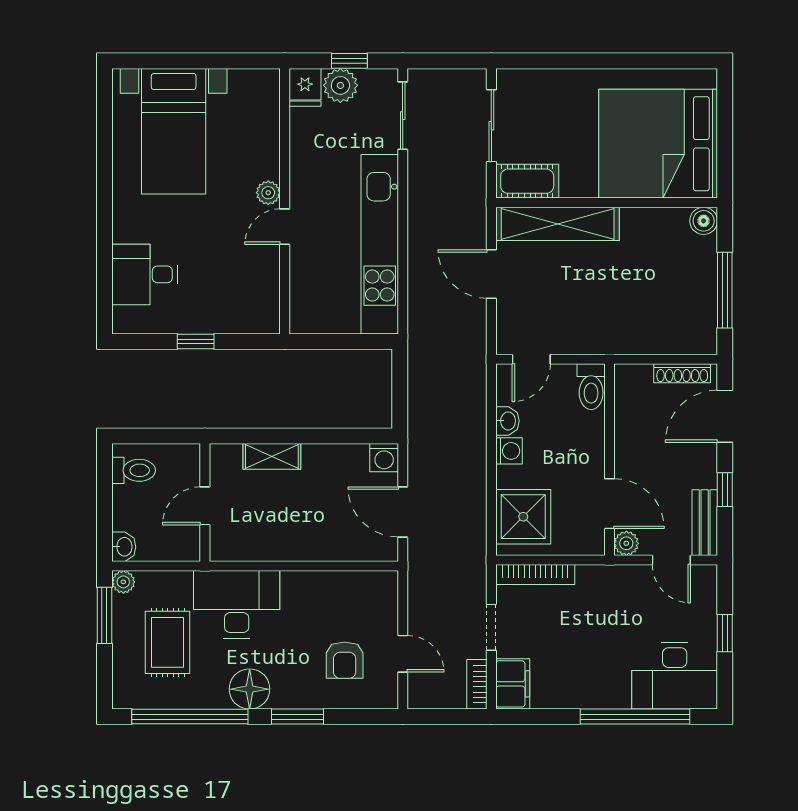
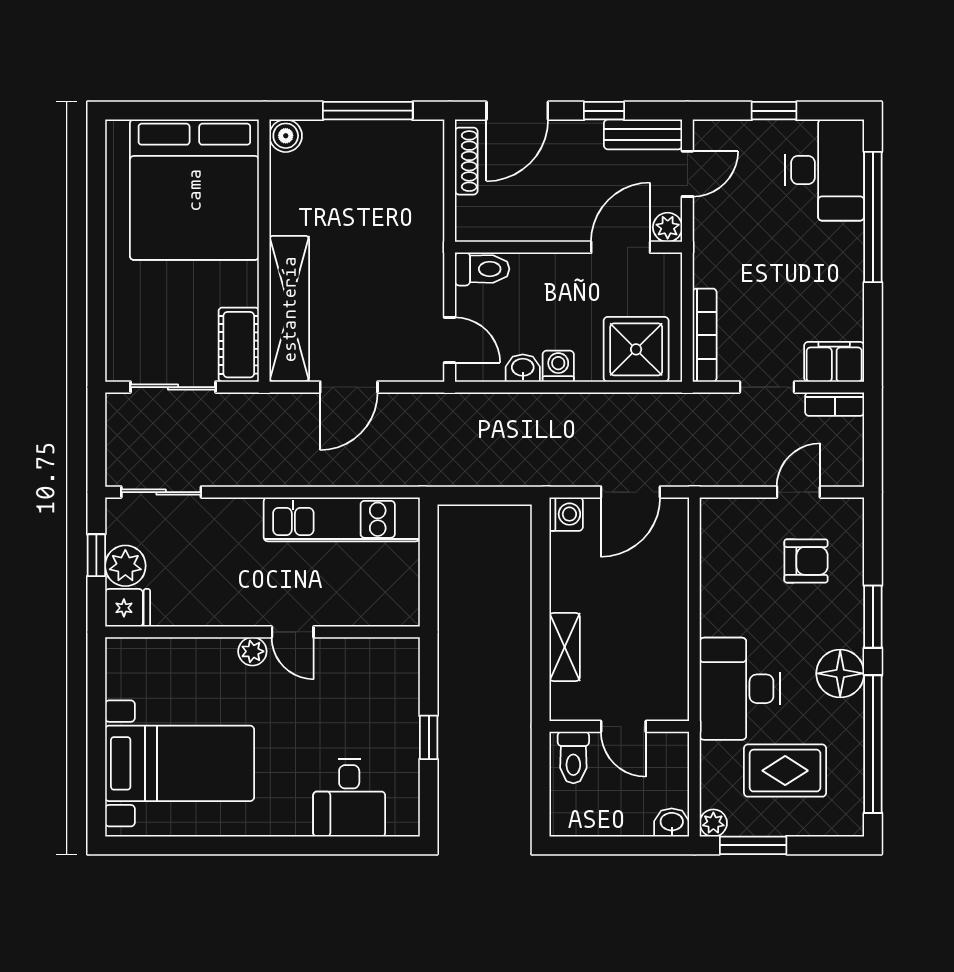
kitchen unit: (380, 244) -> (342, 519), width x0.73
door: (725, 416) -> (517, 111), hinge flipped
toilet: (134, 470) -> (573, 757), moved, turned 180

